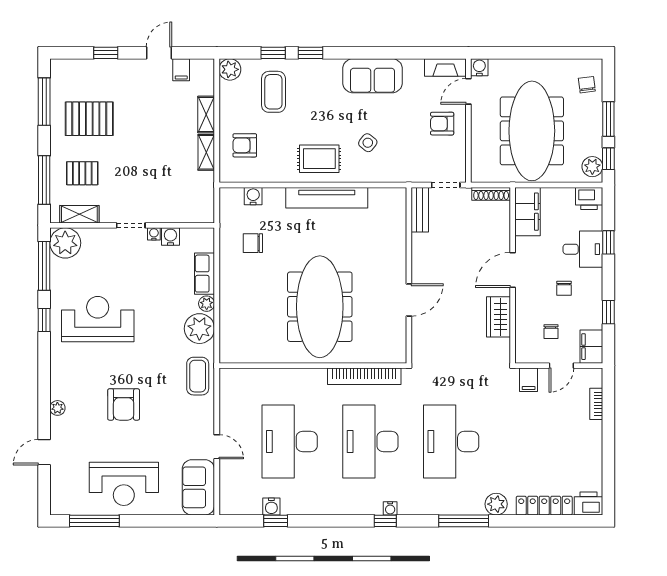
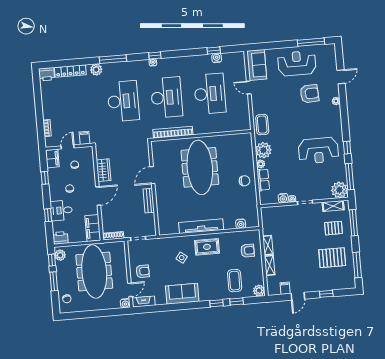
bench: (420, 210) -> (149, 201), moved
chair: (253, 243) -> (244, 181), moved
armchair: (124, 404) -> (309, 94), moved, turned 87

